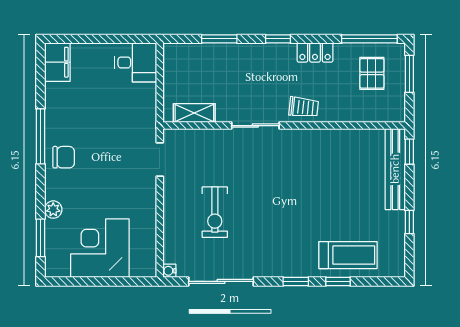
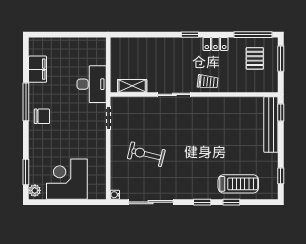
window: (219, 39) -> (149, 35), removed
filing cabinet: (57, 62) -> (38, 69), moved
desk: (136, 62) -> (92, 84), moved, width x1.37
plant: (53, 210) -> (35, 190), moved
exercise bike: (215, 212) -> (146, 154), turned 104
window: (409, 222) -> (281, 176), moved

